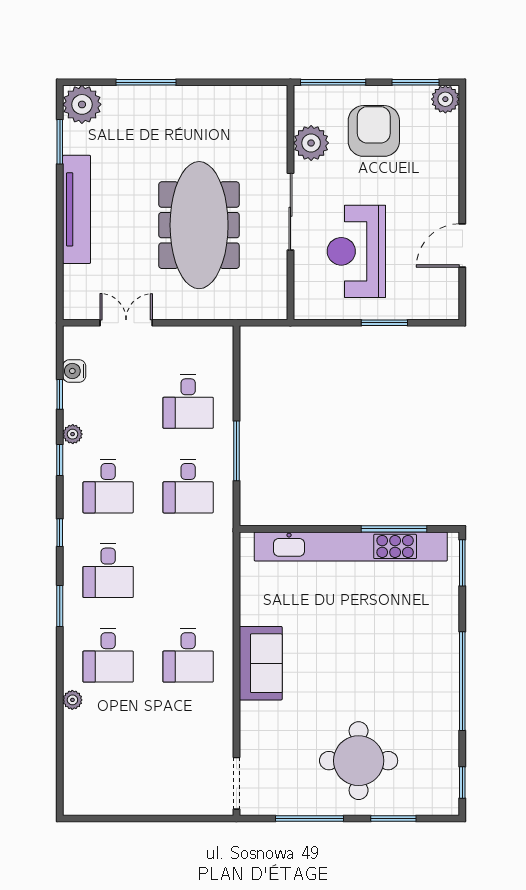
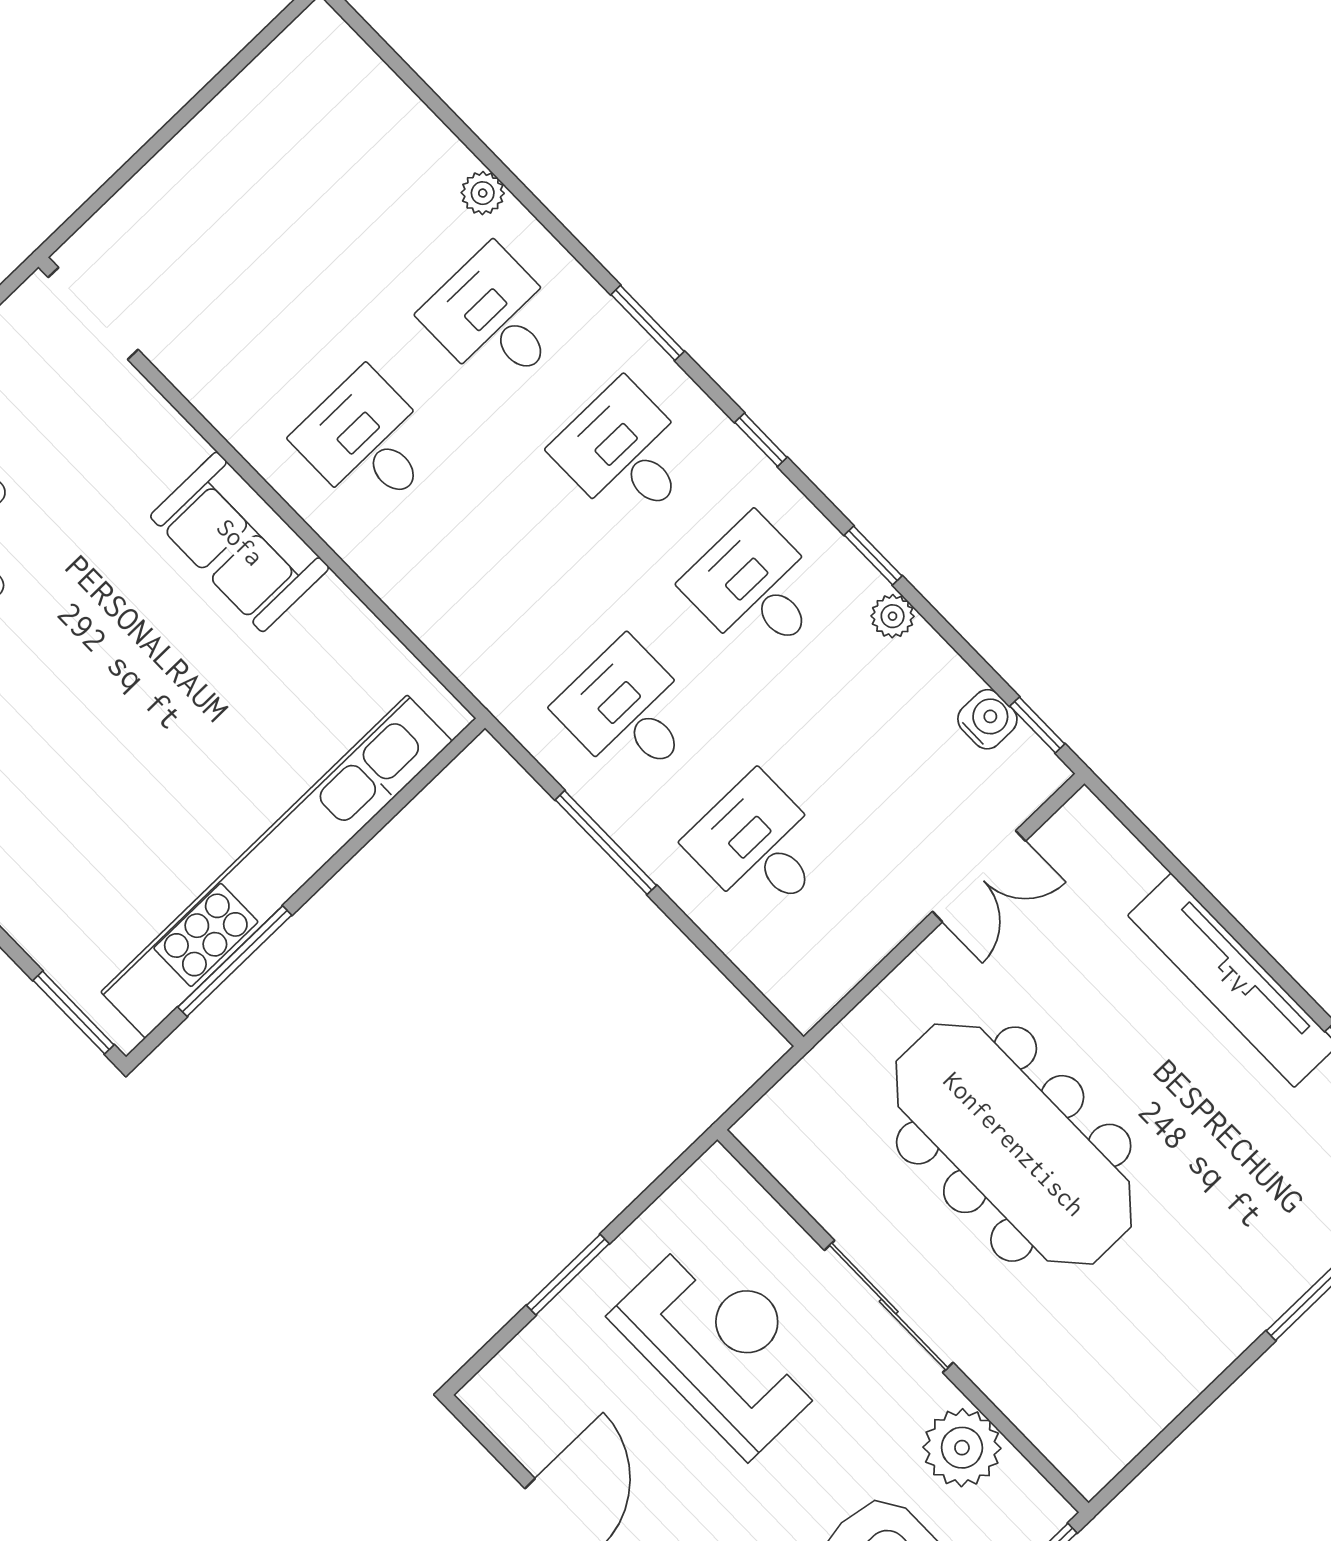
window: (60, 394) -> (1037, 725), moved

